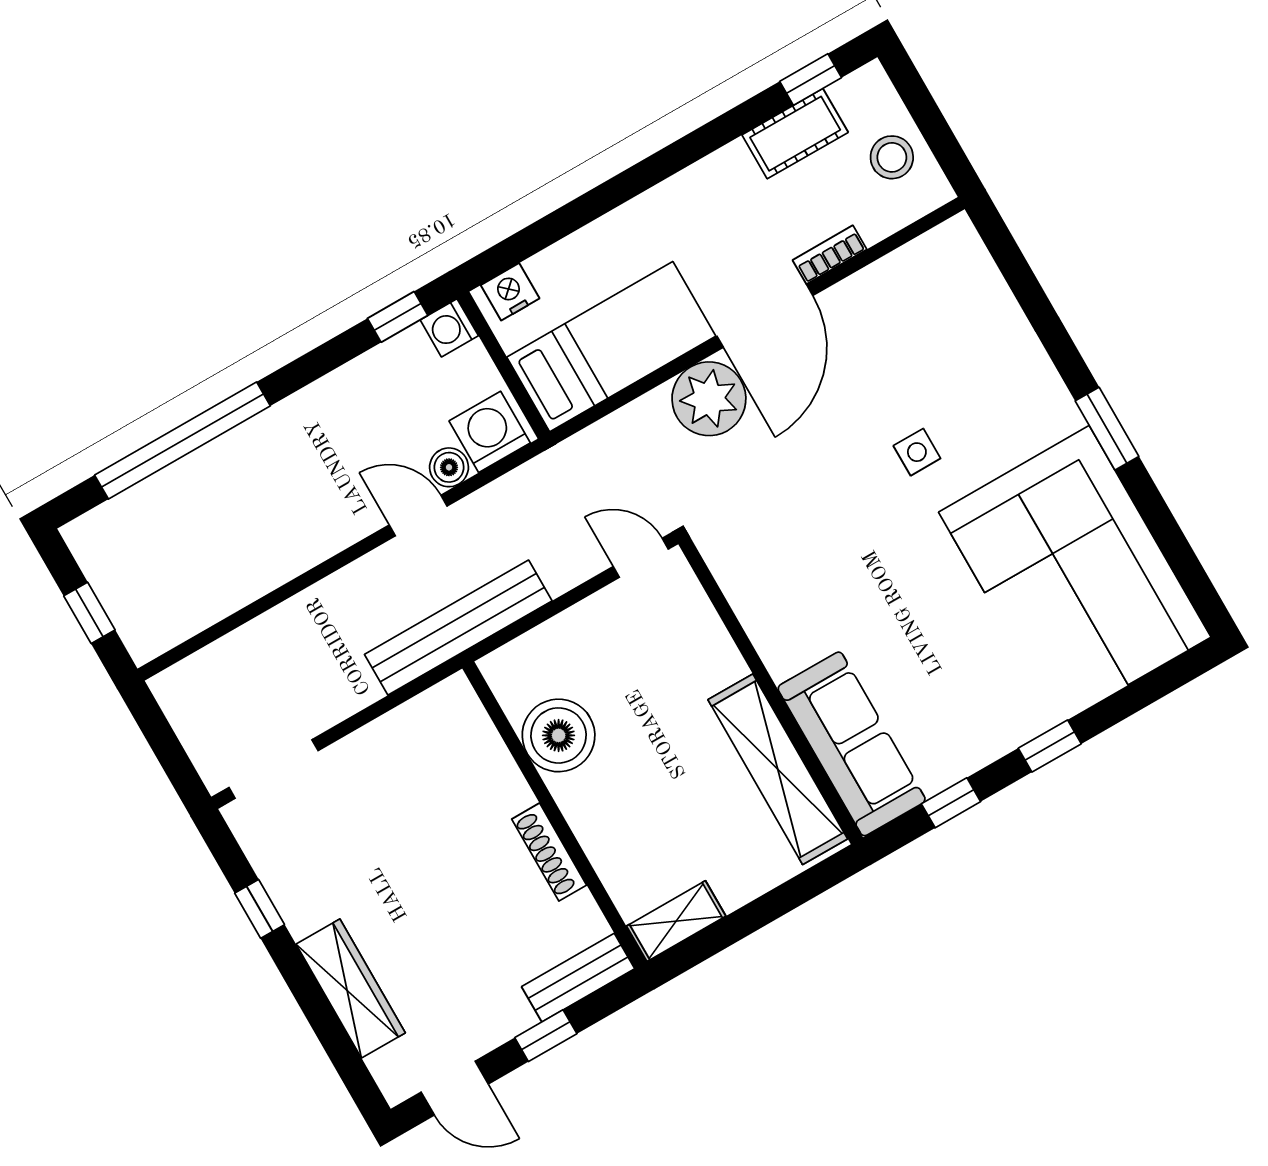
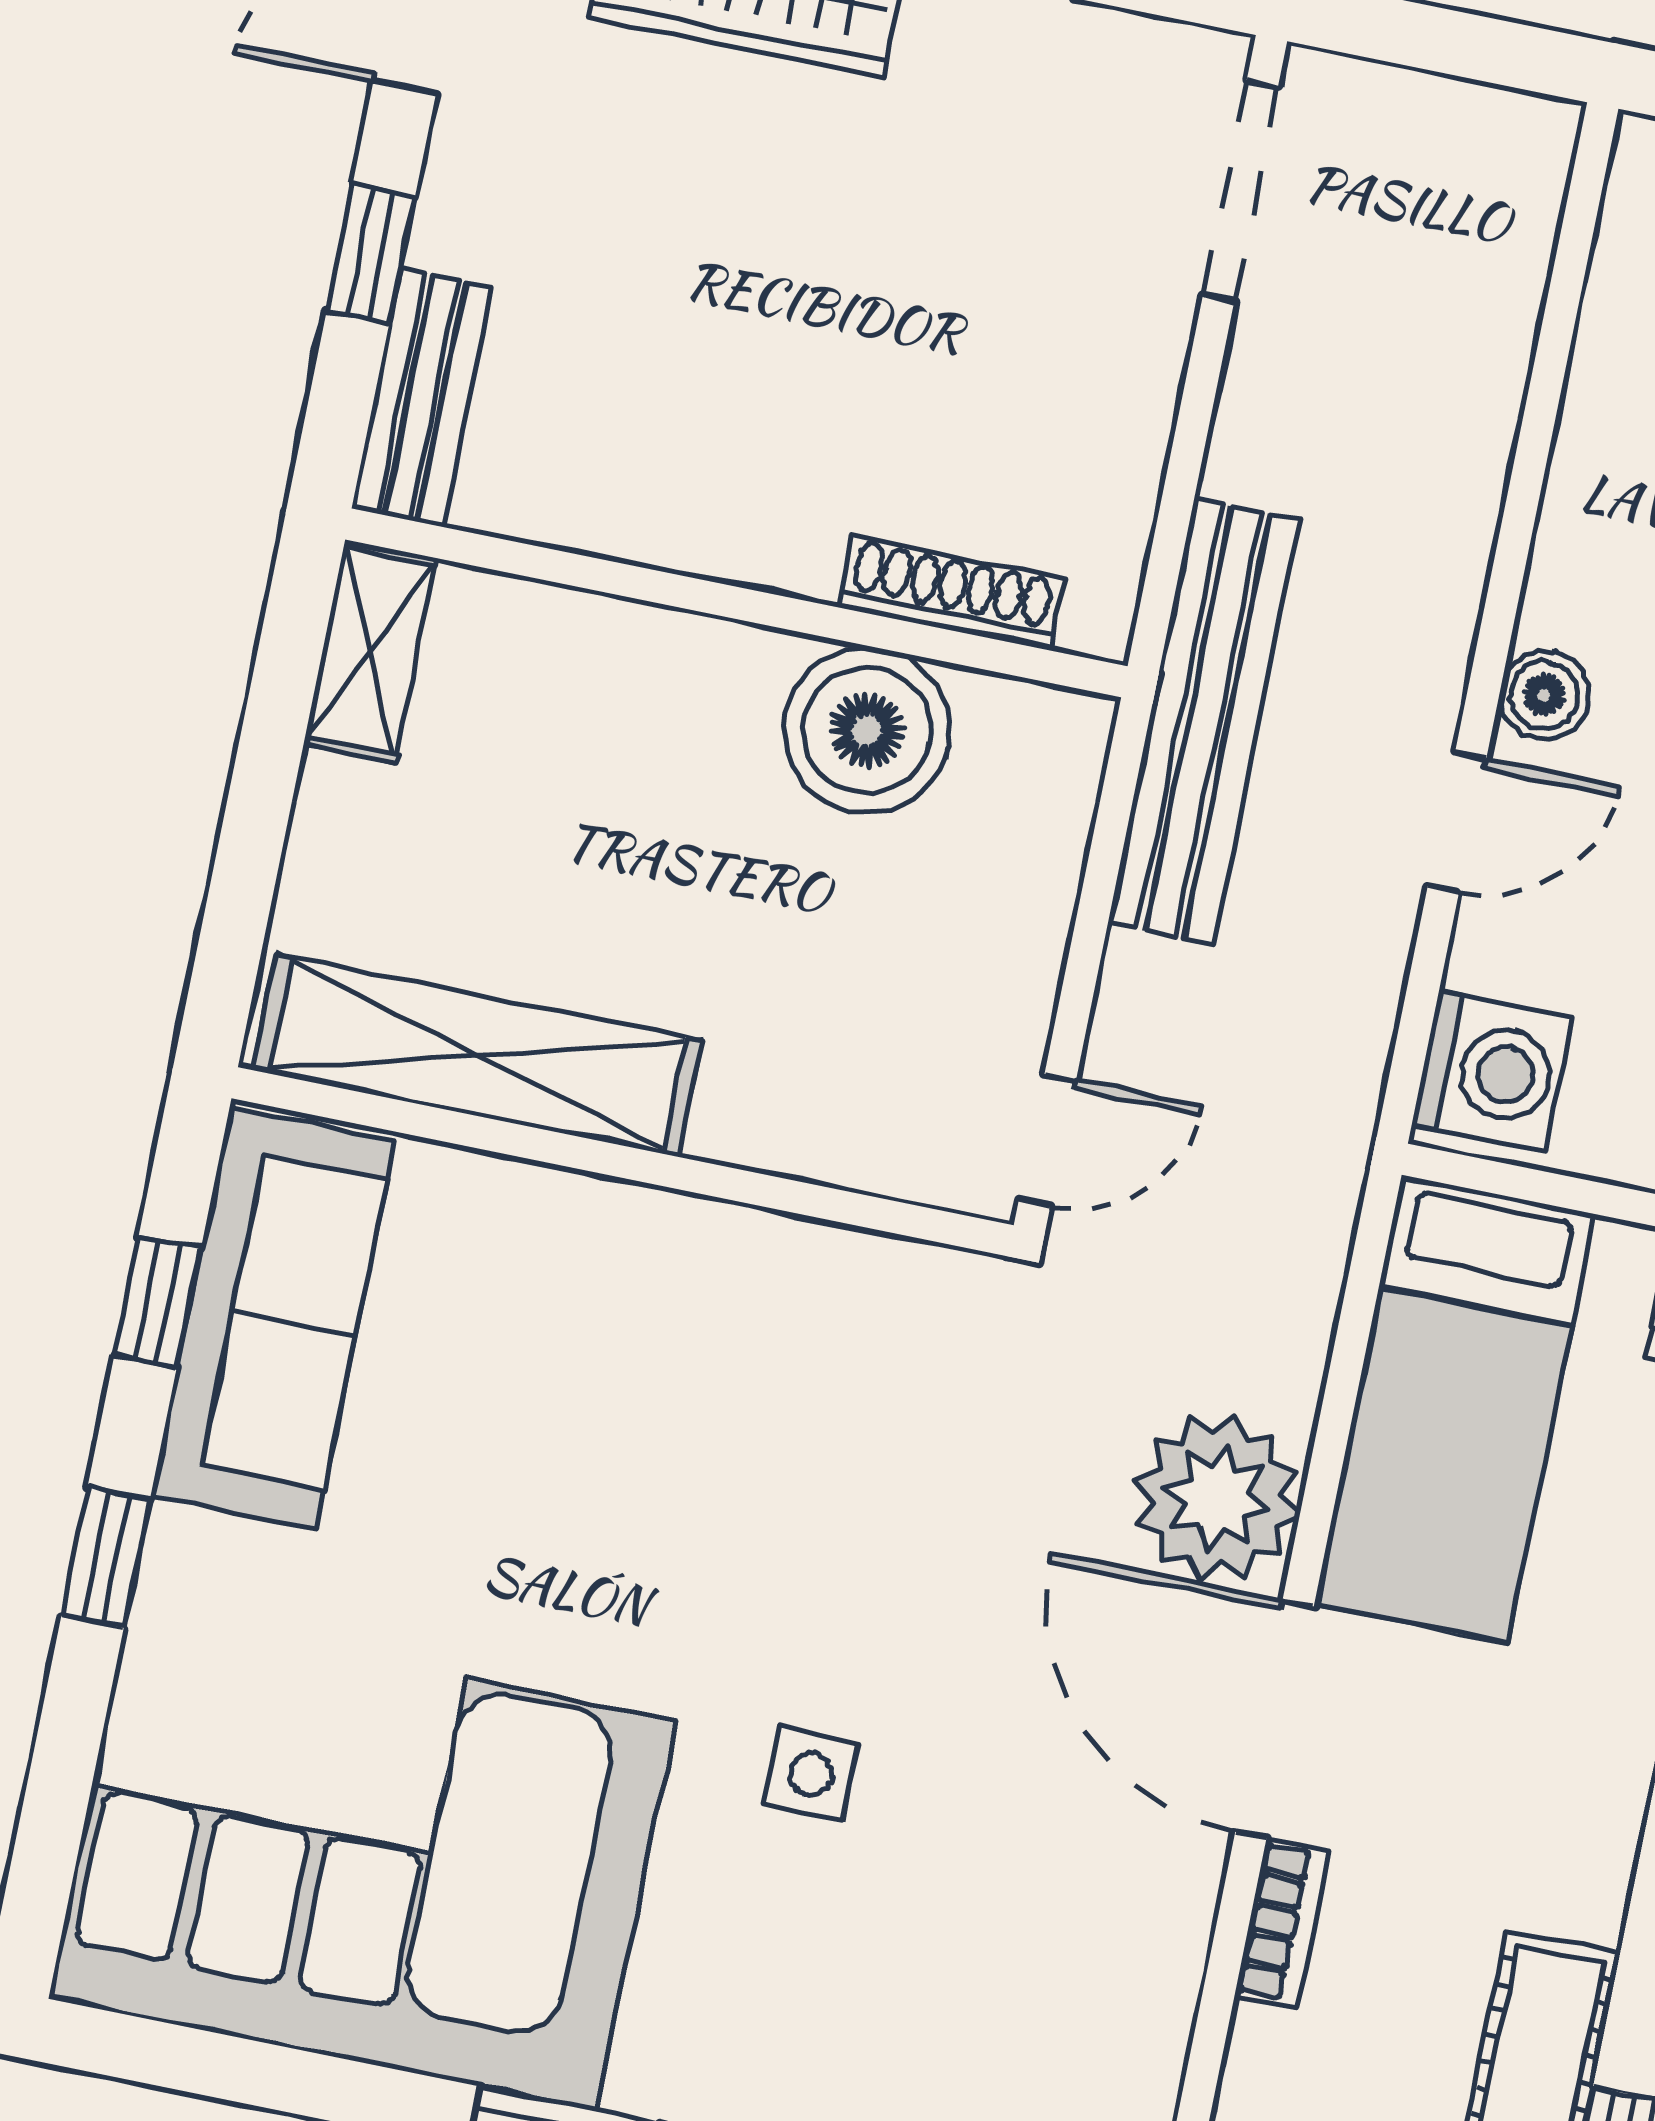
boiler: (449, 467) -> (1544, 695), moved
sofa: (852, 744) -> (273, 1319), moved, turned -90
shoe rack: (549, 852) -> (951, 593), moved

